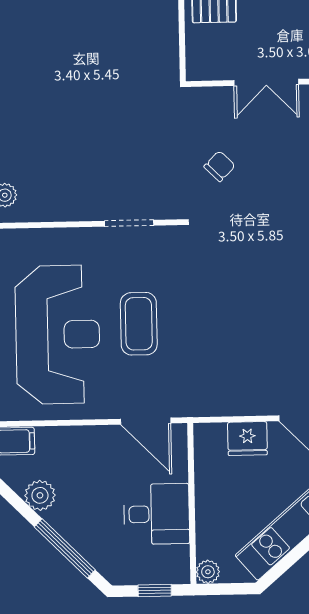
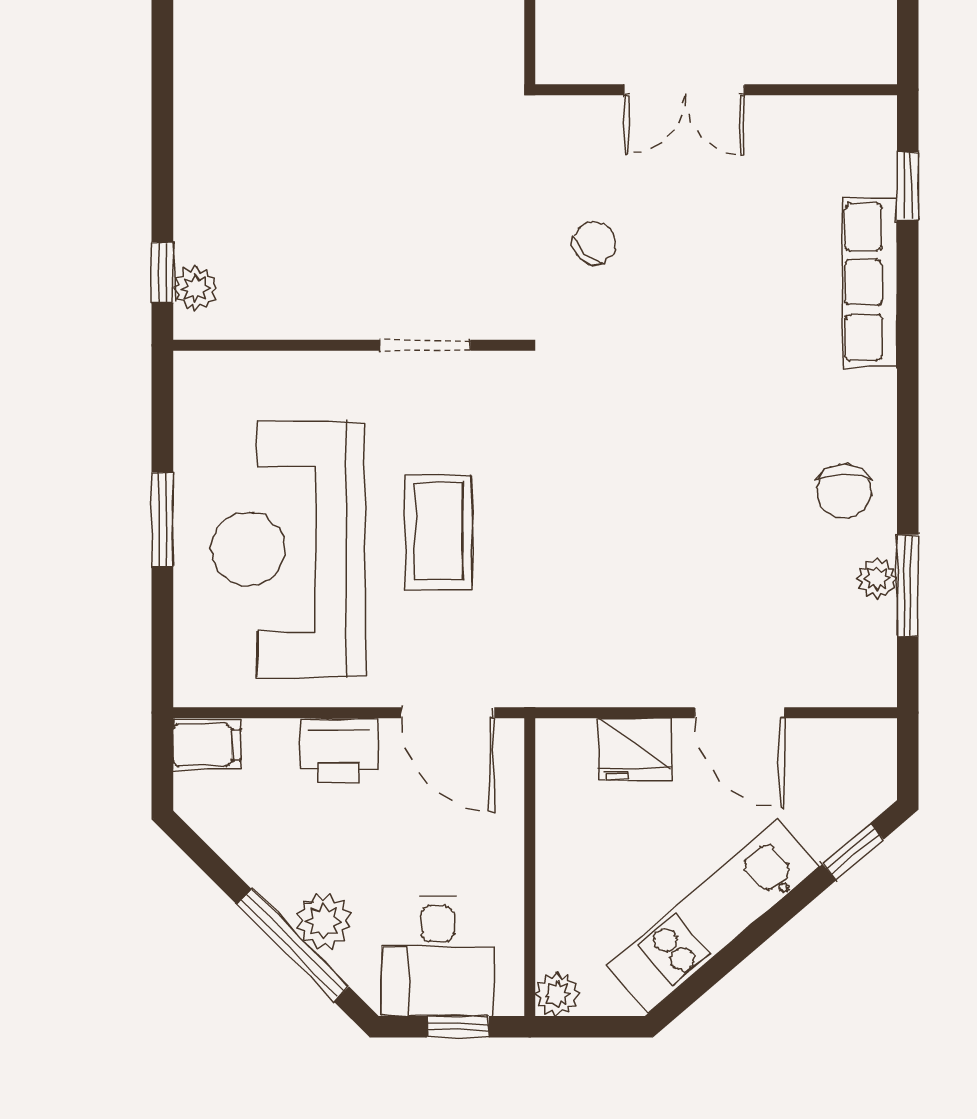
reception desk: (58, 335) -> (288, 549), turned 180
printer: (87, 442) -> (339, 750), added
plant: (40, 495) -> (324, 921), moved
desk: (157, 514) -> (438, 956), moved, turned 90

